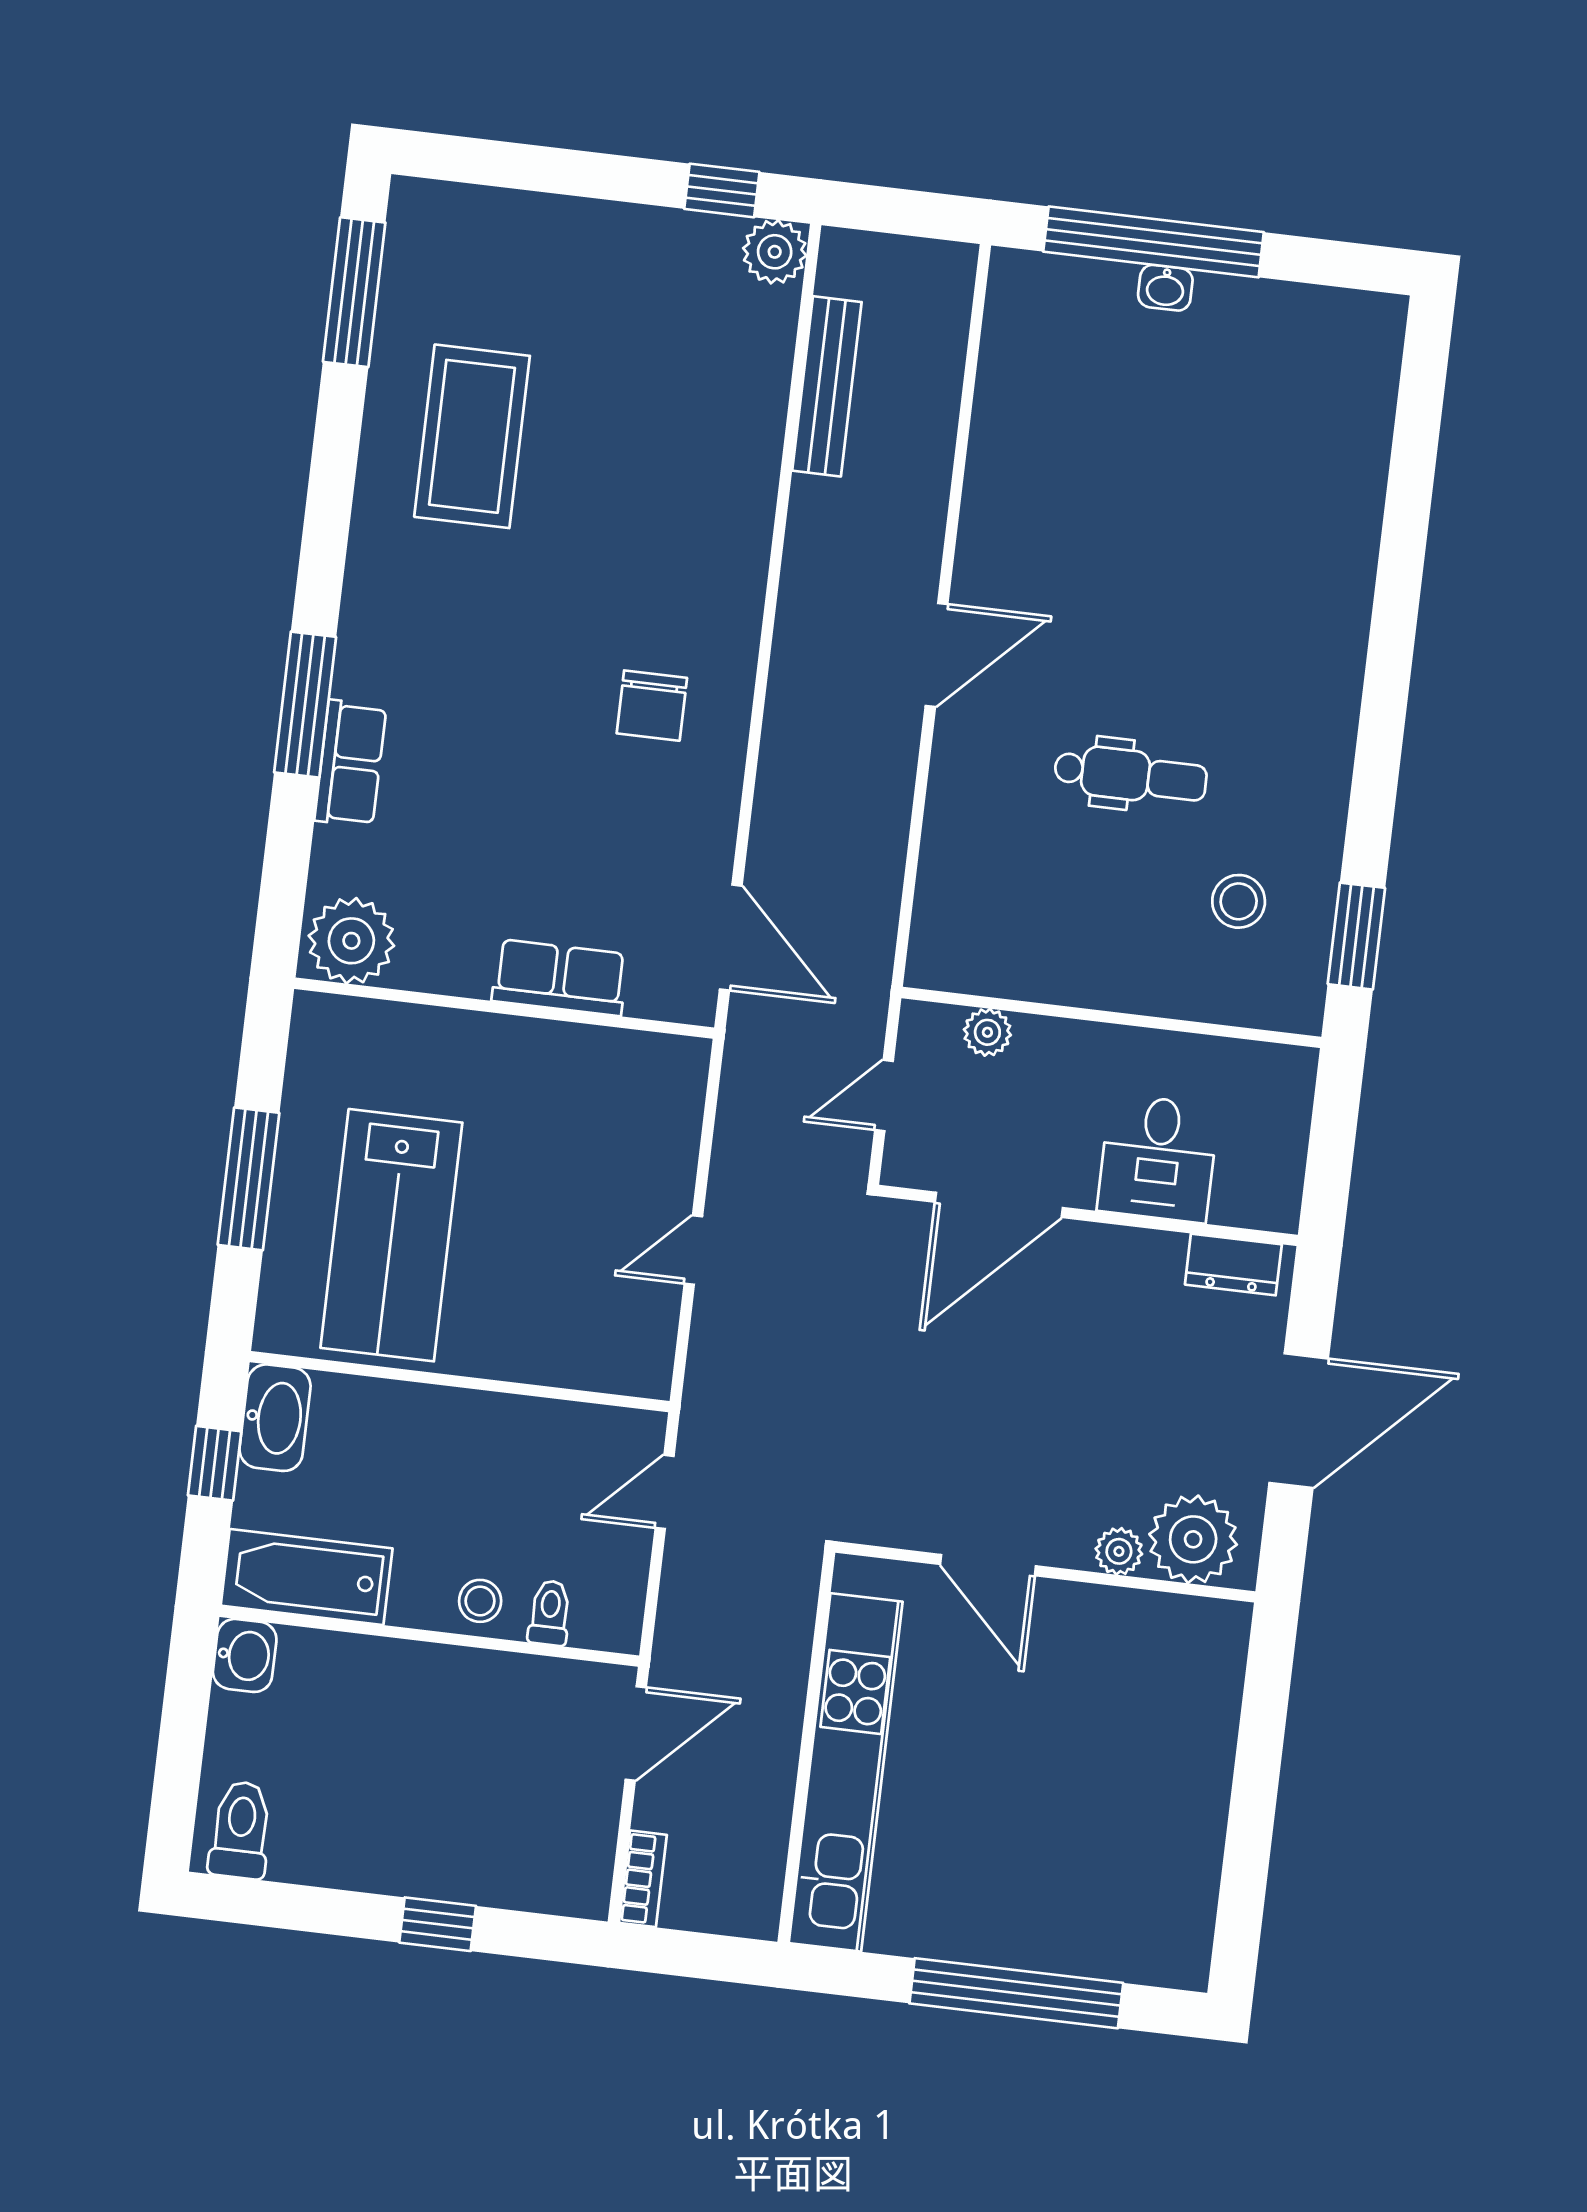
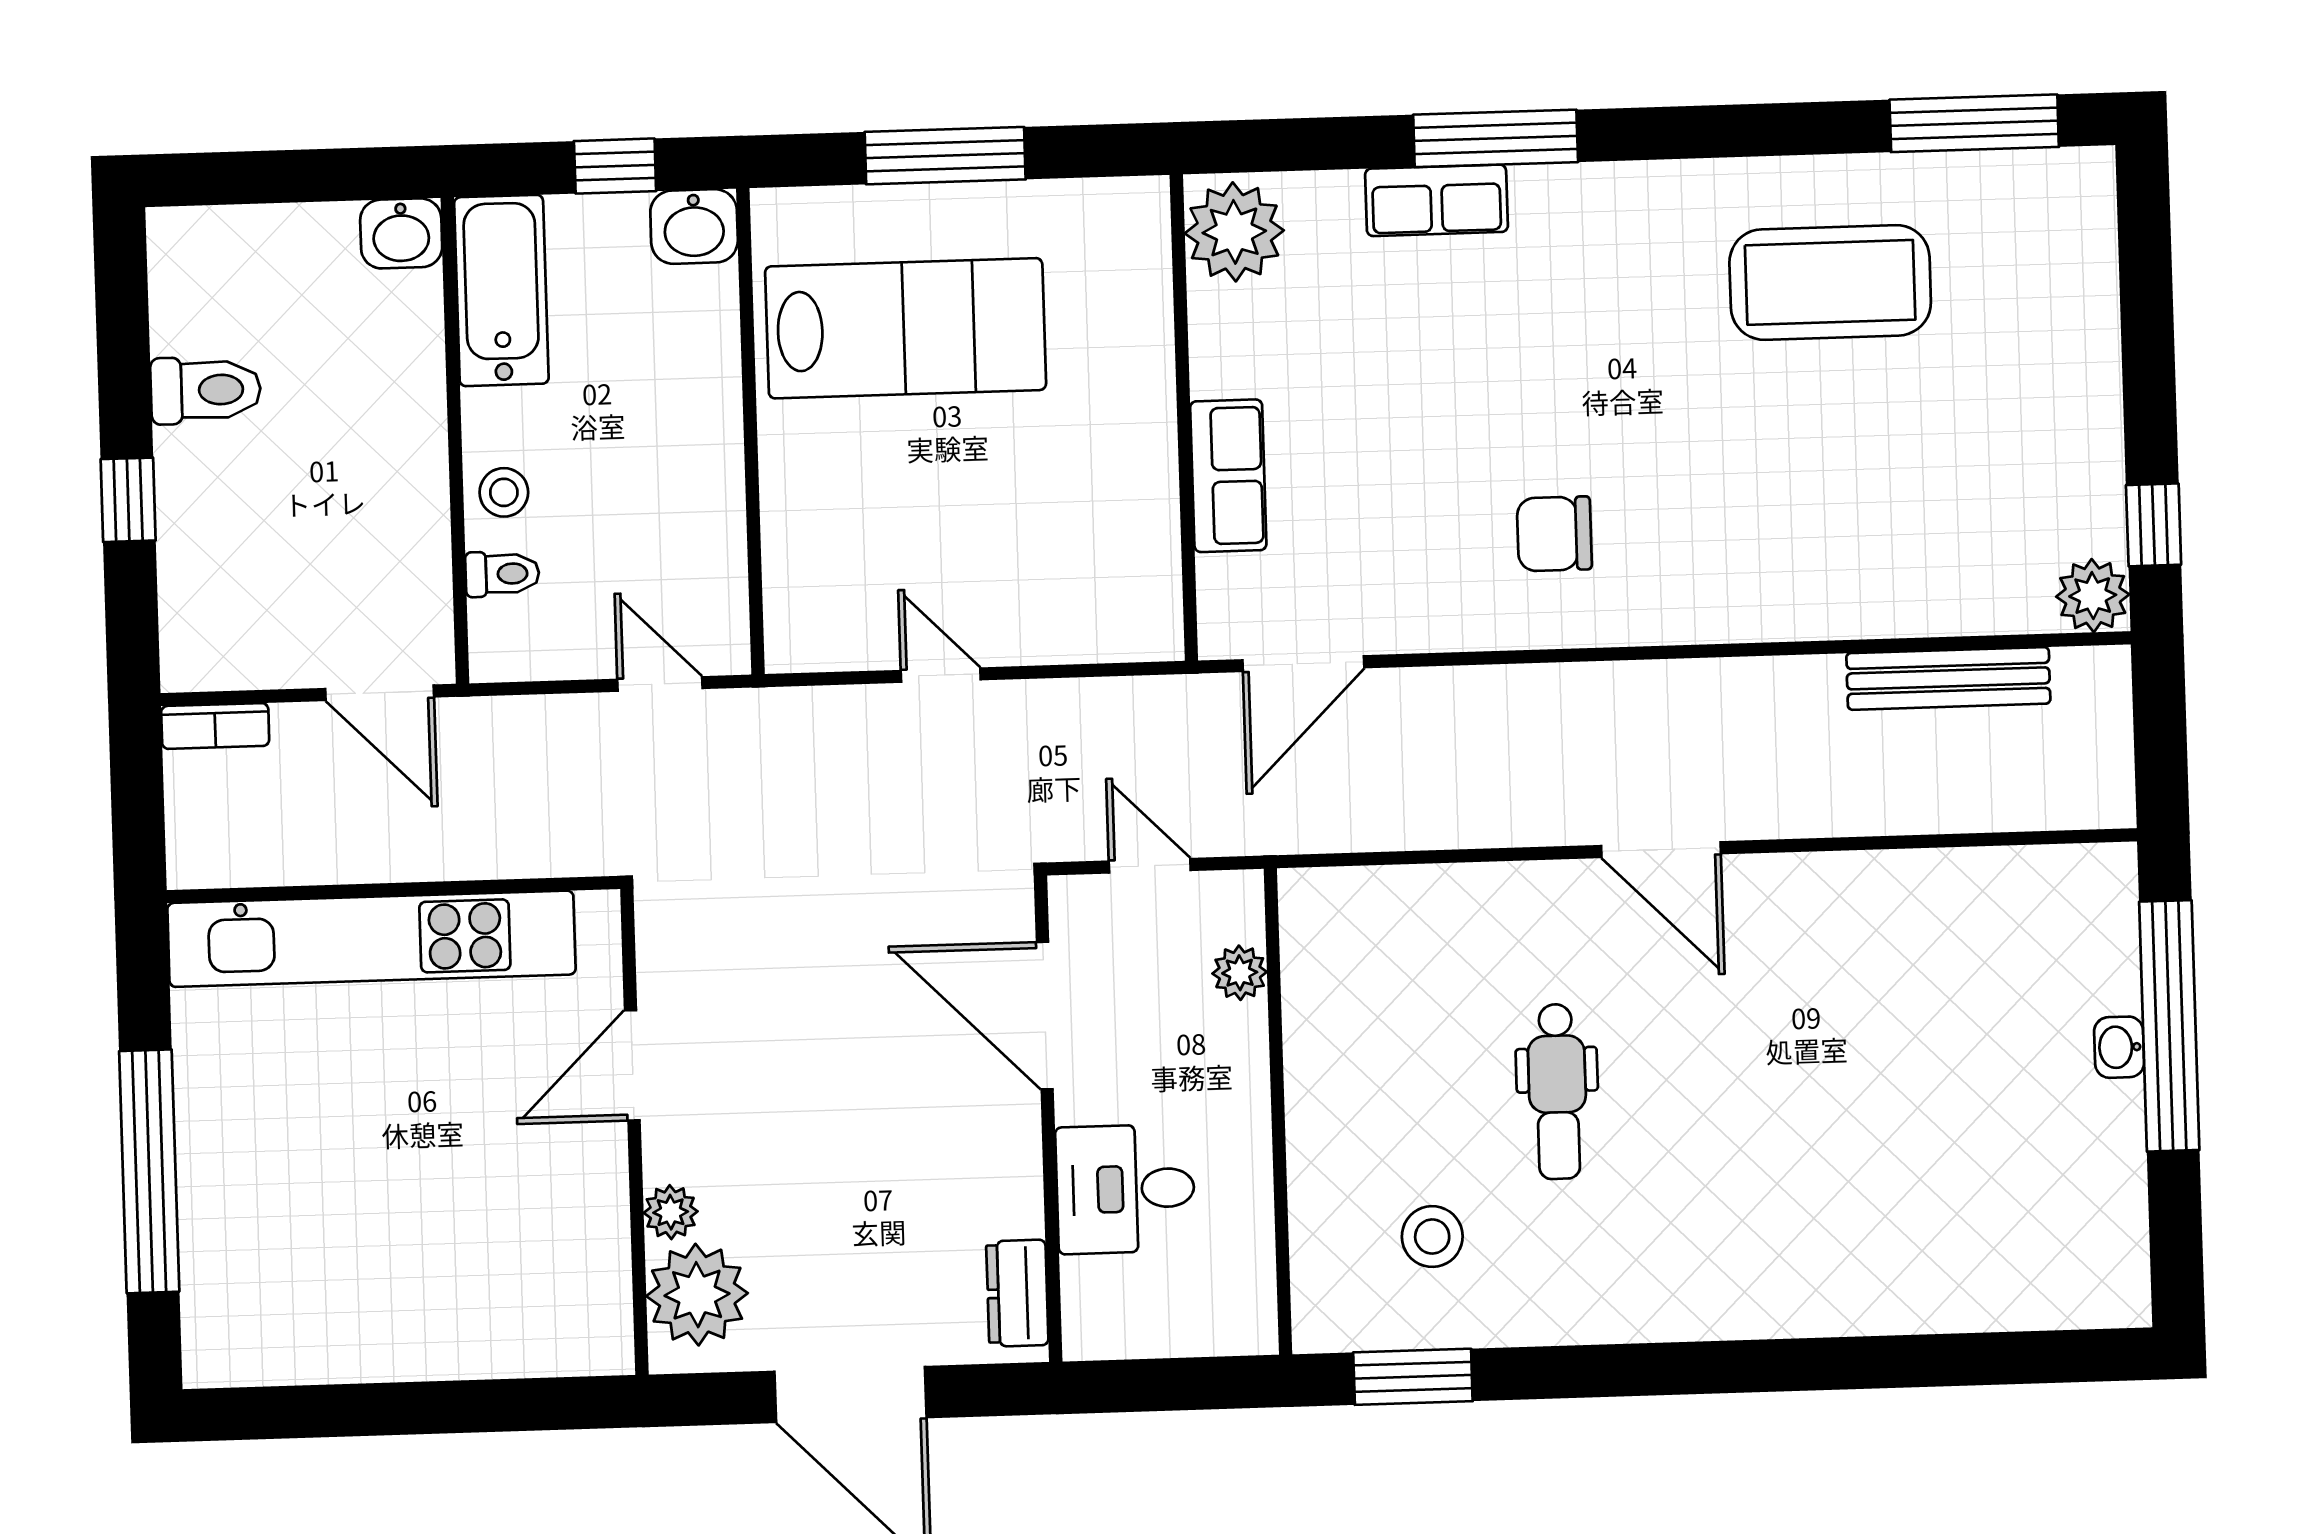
lab bench: (391, 1235) -> (906, 328), turned 180
washbasin: (275, 1418) -> (694, 227), width x0.72
toilet: (241, 1830) -> (206, 390), moved

